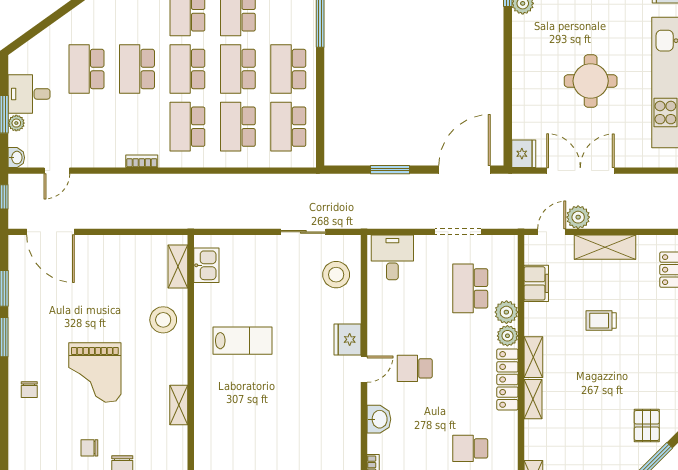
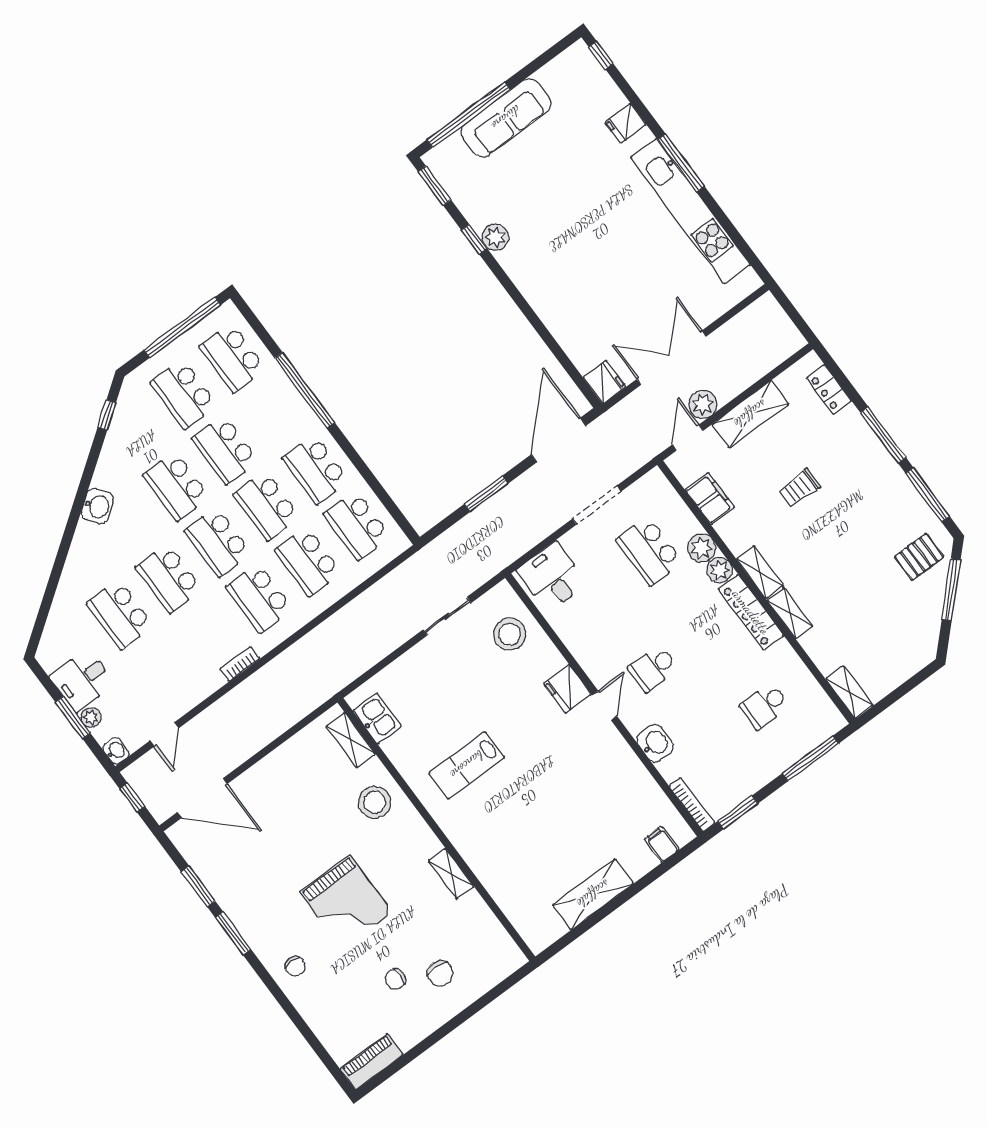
round table: (591, 81) -> (617, 264), removed
lab bench: (243, 341) -> (467, 765), turned 180
pallet: (647, 426) -> (919, 557), turned 90

